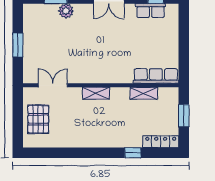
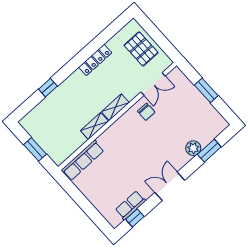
chair: (76, 69) -> (146, 112), added
shelving: (144, 93) -> (95, 126), moved
locker: (161, 142) -> (95, 60), moved

